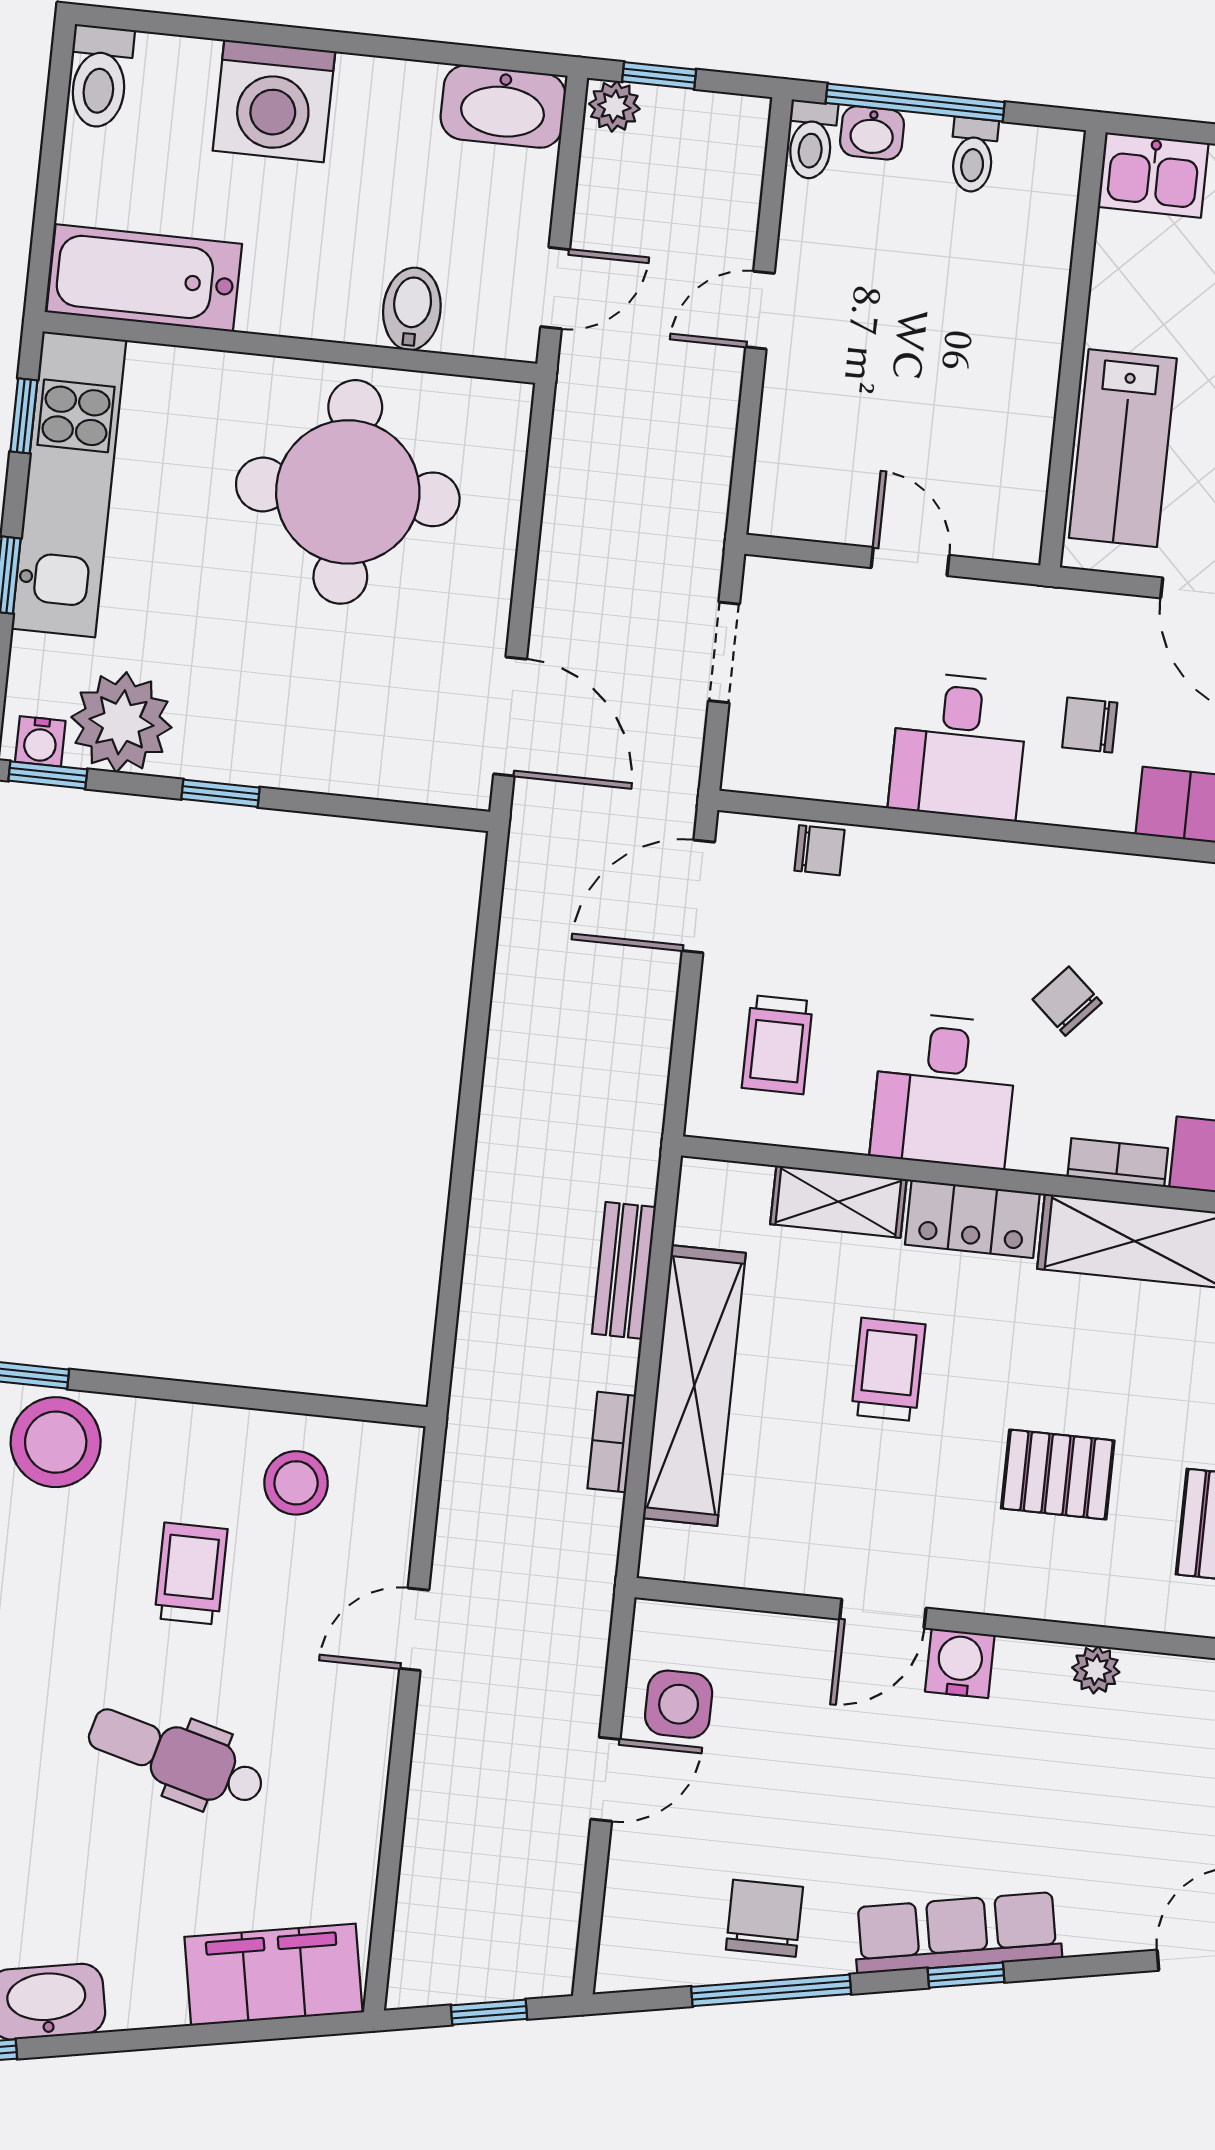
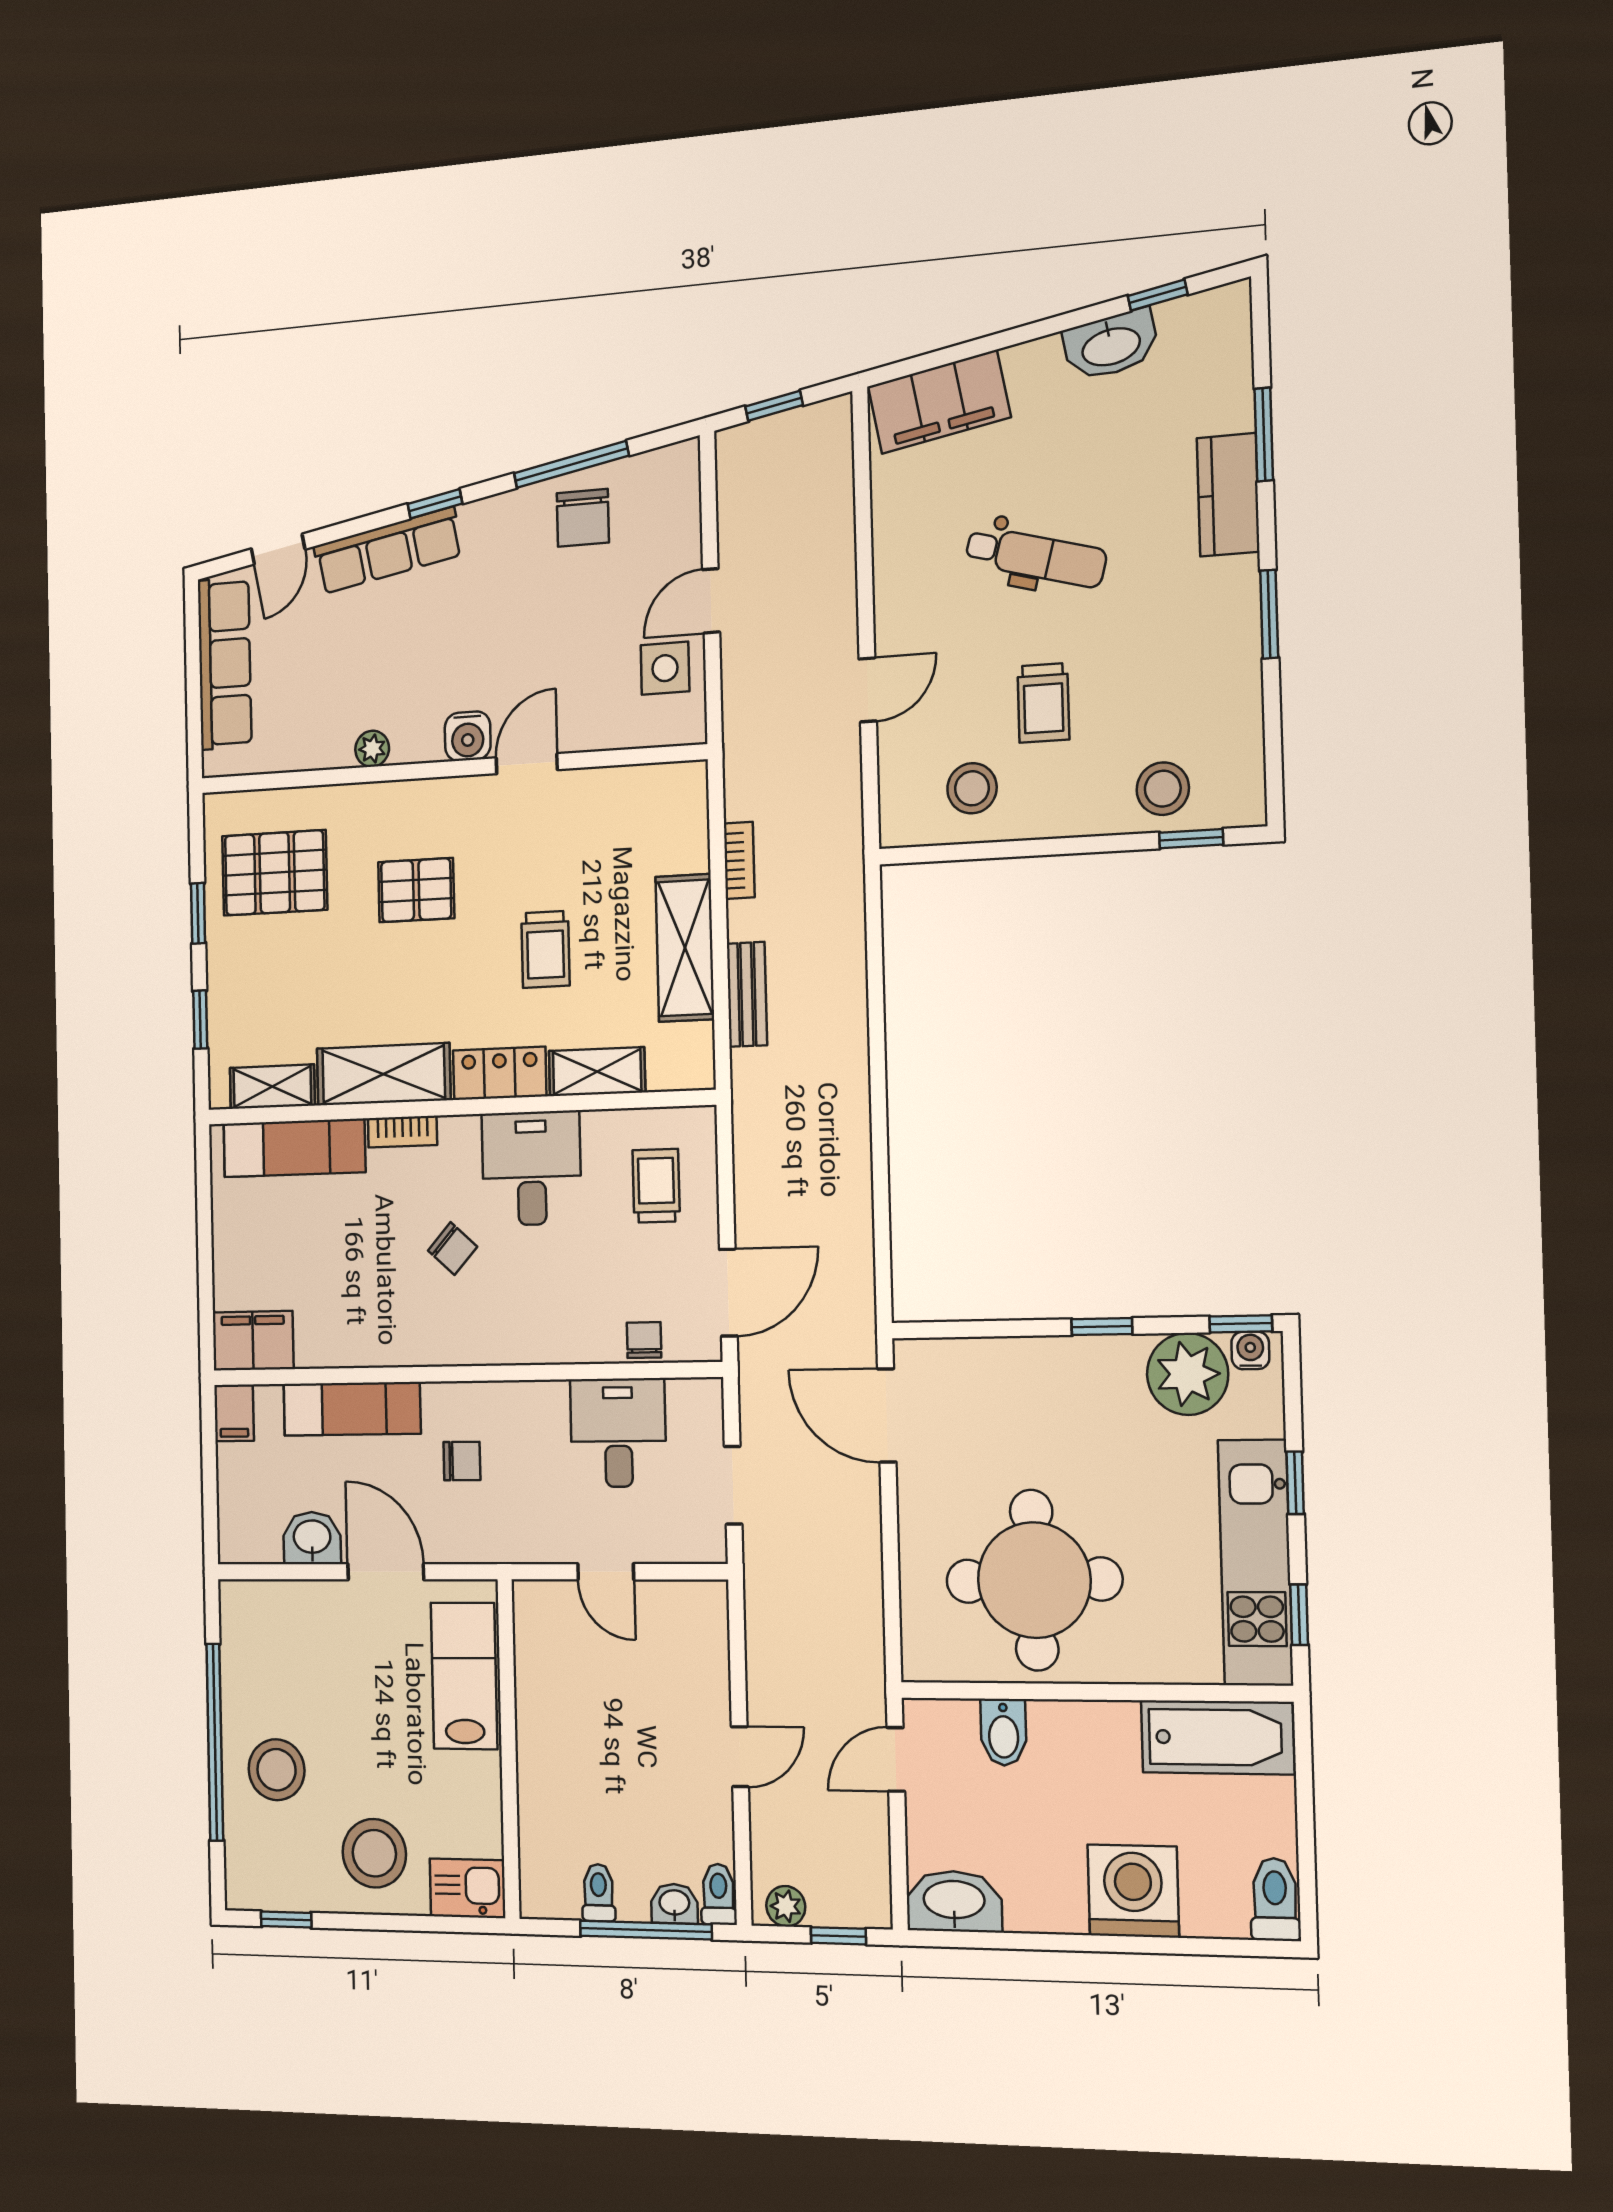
plant: (614, 106) -> (786, 1906), moved
desk: (959, 746) -> (618, 1433), moved
chair: (819, 850) -> (644, 1340), turned 90
shelving: (694, 1386) -> (685, 948), width x0.68
stool: (56, 1442) -> (1163, 789), width x0.73, depth x0.73
row of seats: (957, 1933) -> (388, 550), moved

